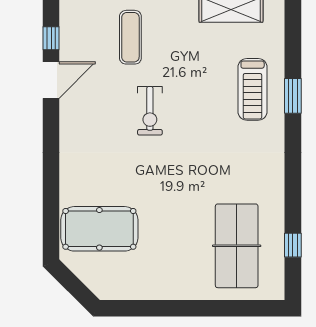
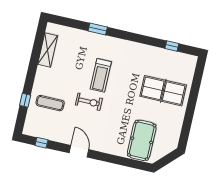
door: (51, 80) -> (79, 151), moved
treadmill: (253, 89) -> (101, 75), moved, turned 90
table tennis table: (237, 246) -> (163, 91), moved

